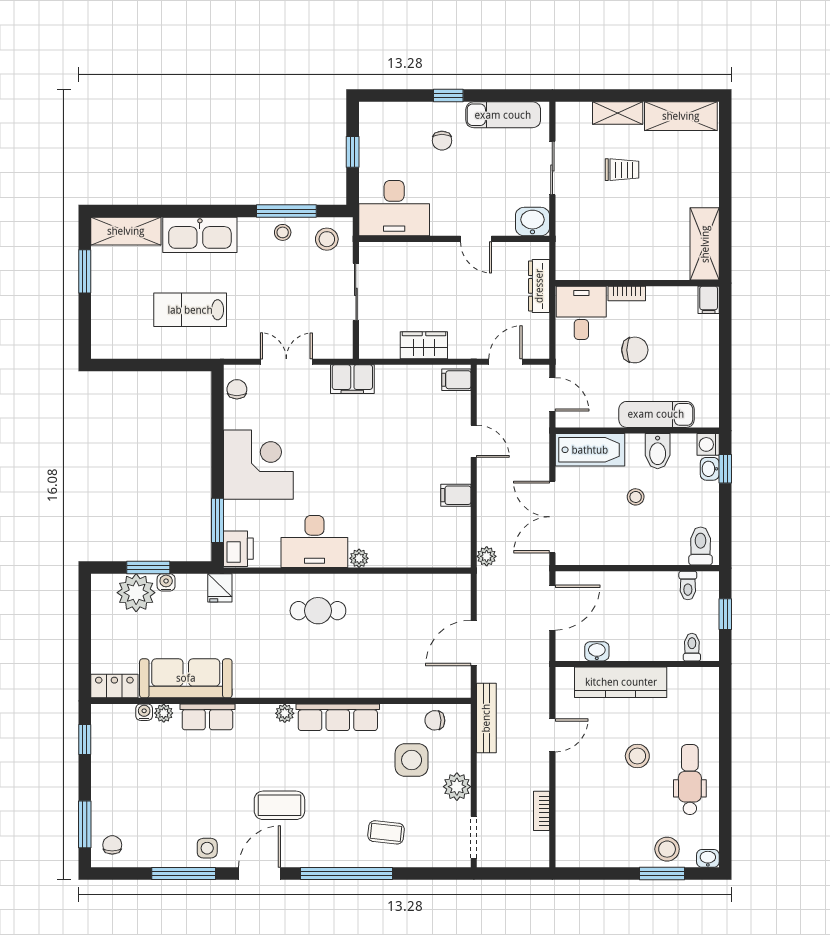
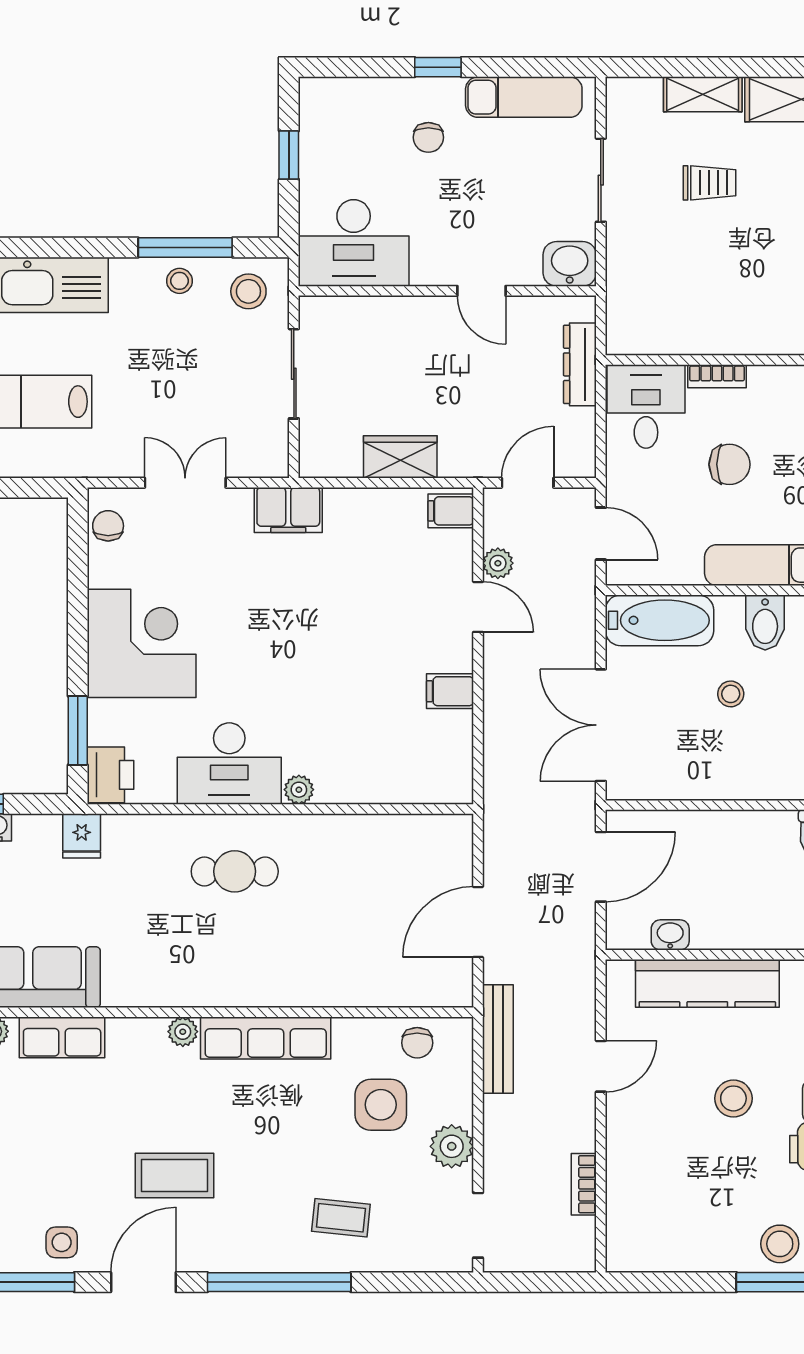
plant: (487, 556) -> (498, 563), moved
chair: (435, 720) -> (417, 1043), turned -88

